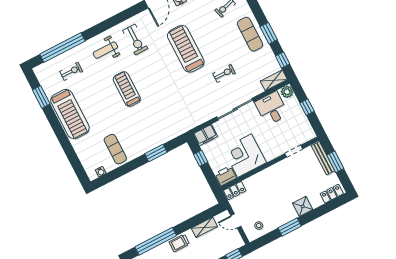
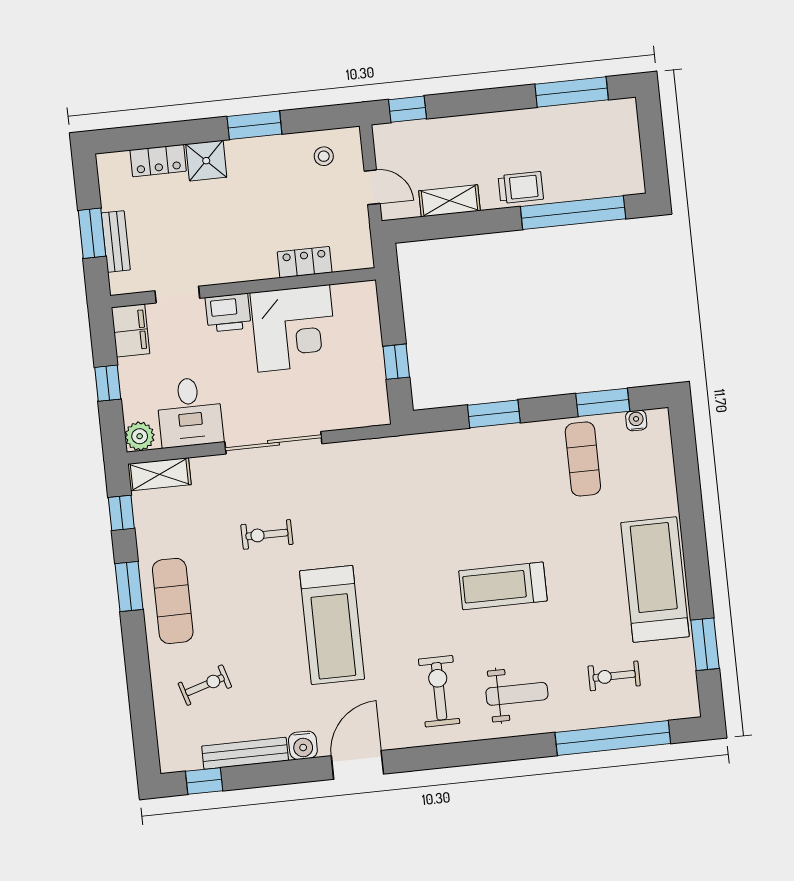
treadmill: (127, 89) -> (503, 586), turned 90
filing cabinet: (205, 135) -> (131, 331), moved, turned 90
bench: (323, 158) -> (116, 241), width x0.73
window: (116, 174) -> (603, 402), added
printer: (226, 176) -> (228, 313), moved
locker: (235, 191) -> (305, 262), moved
locker: (332, 194) -> (158, 161), moved

